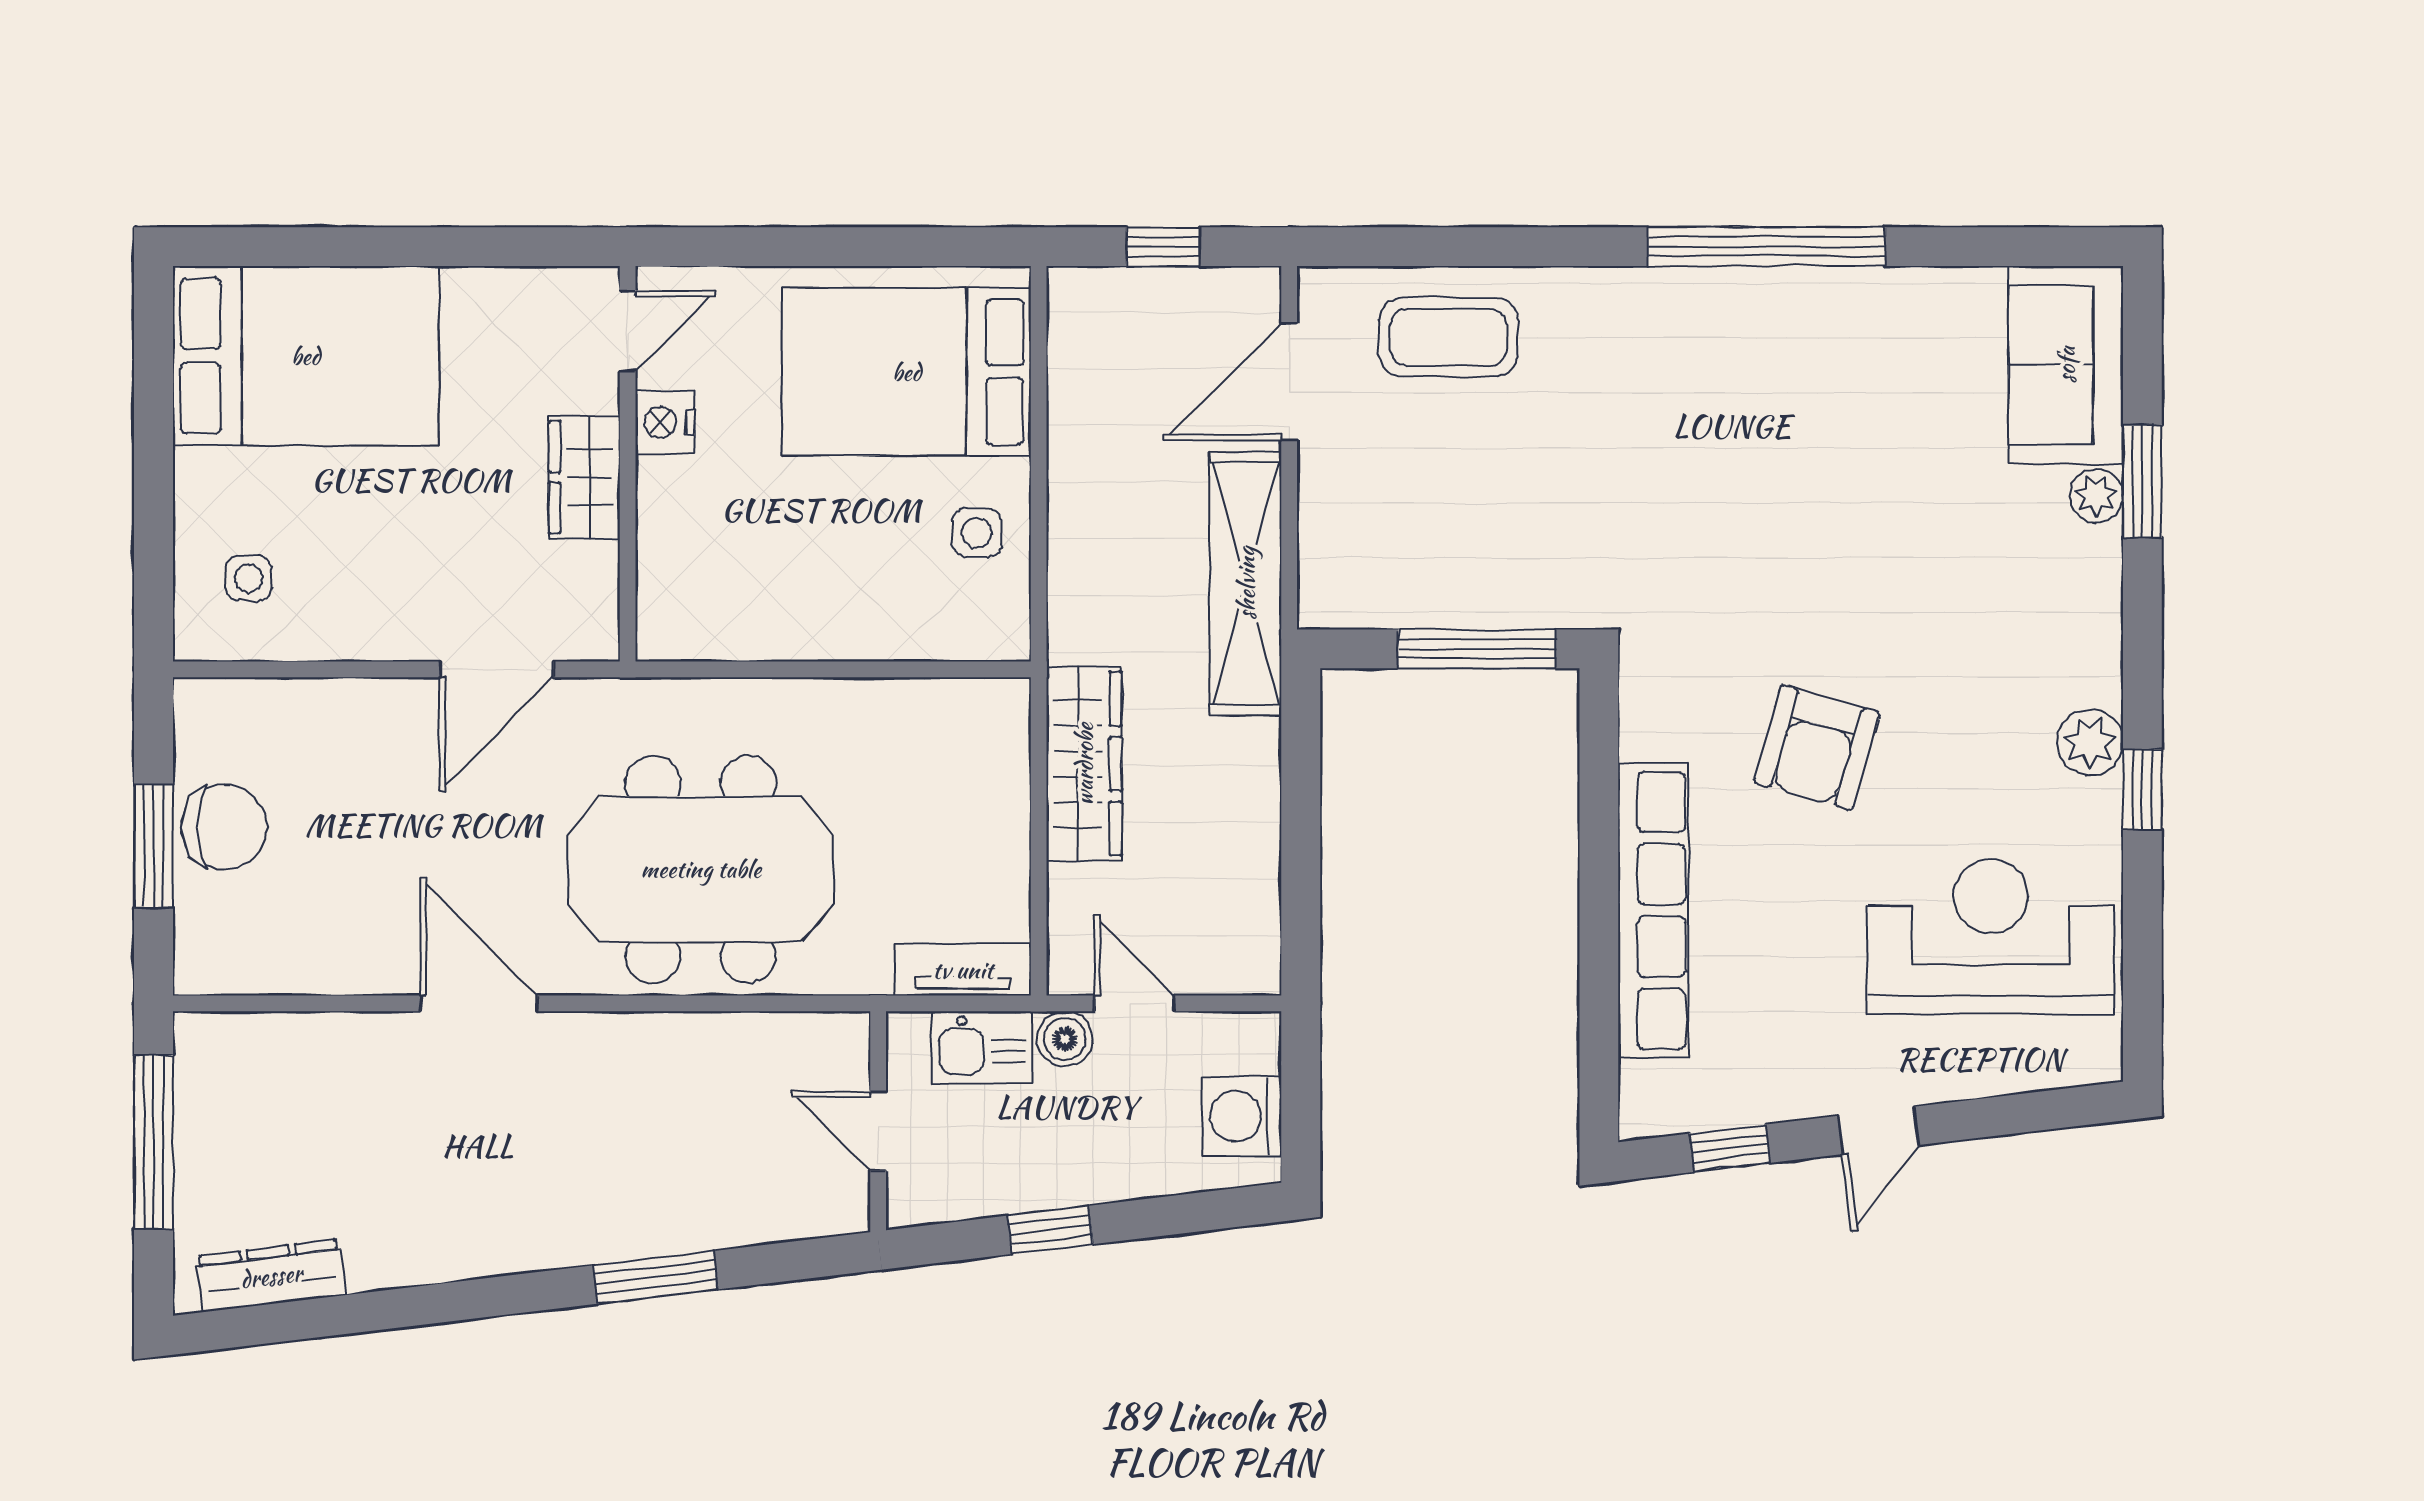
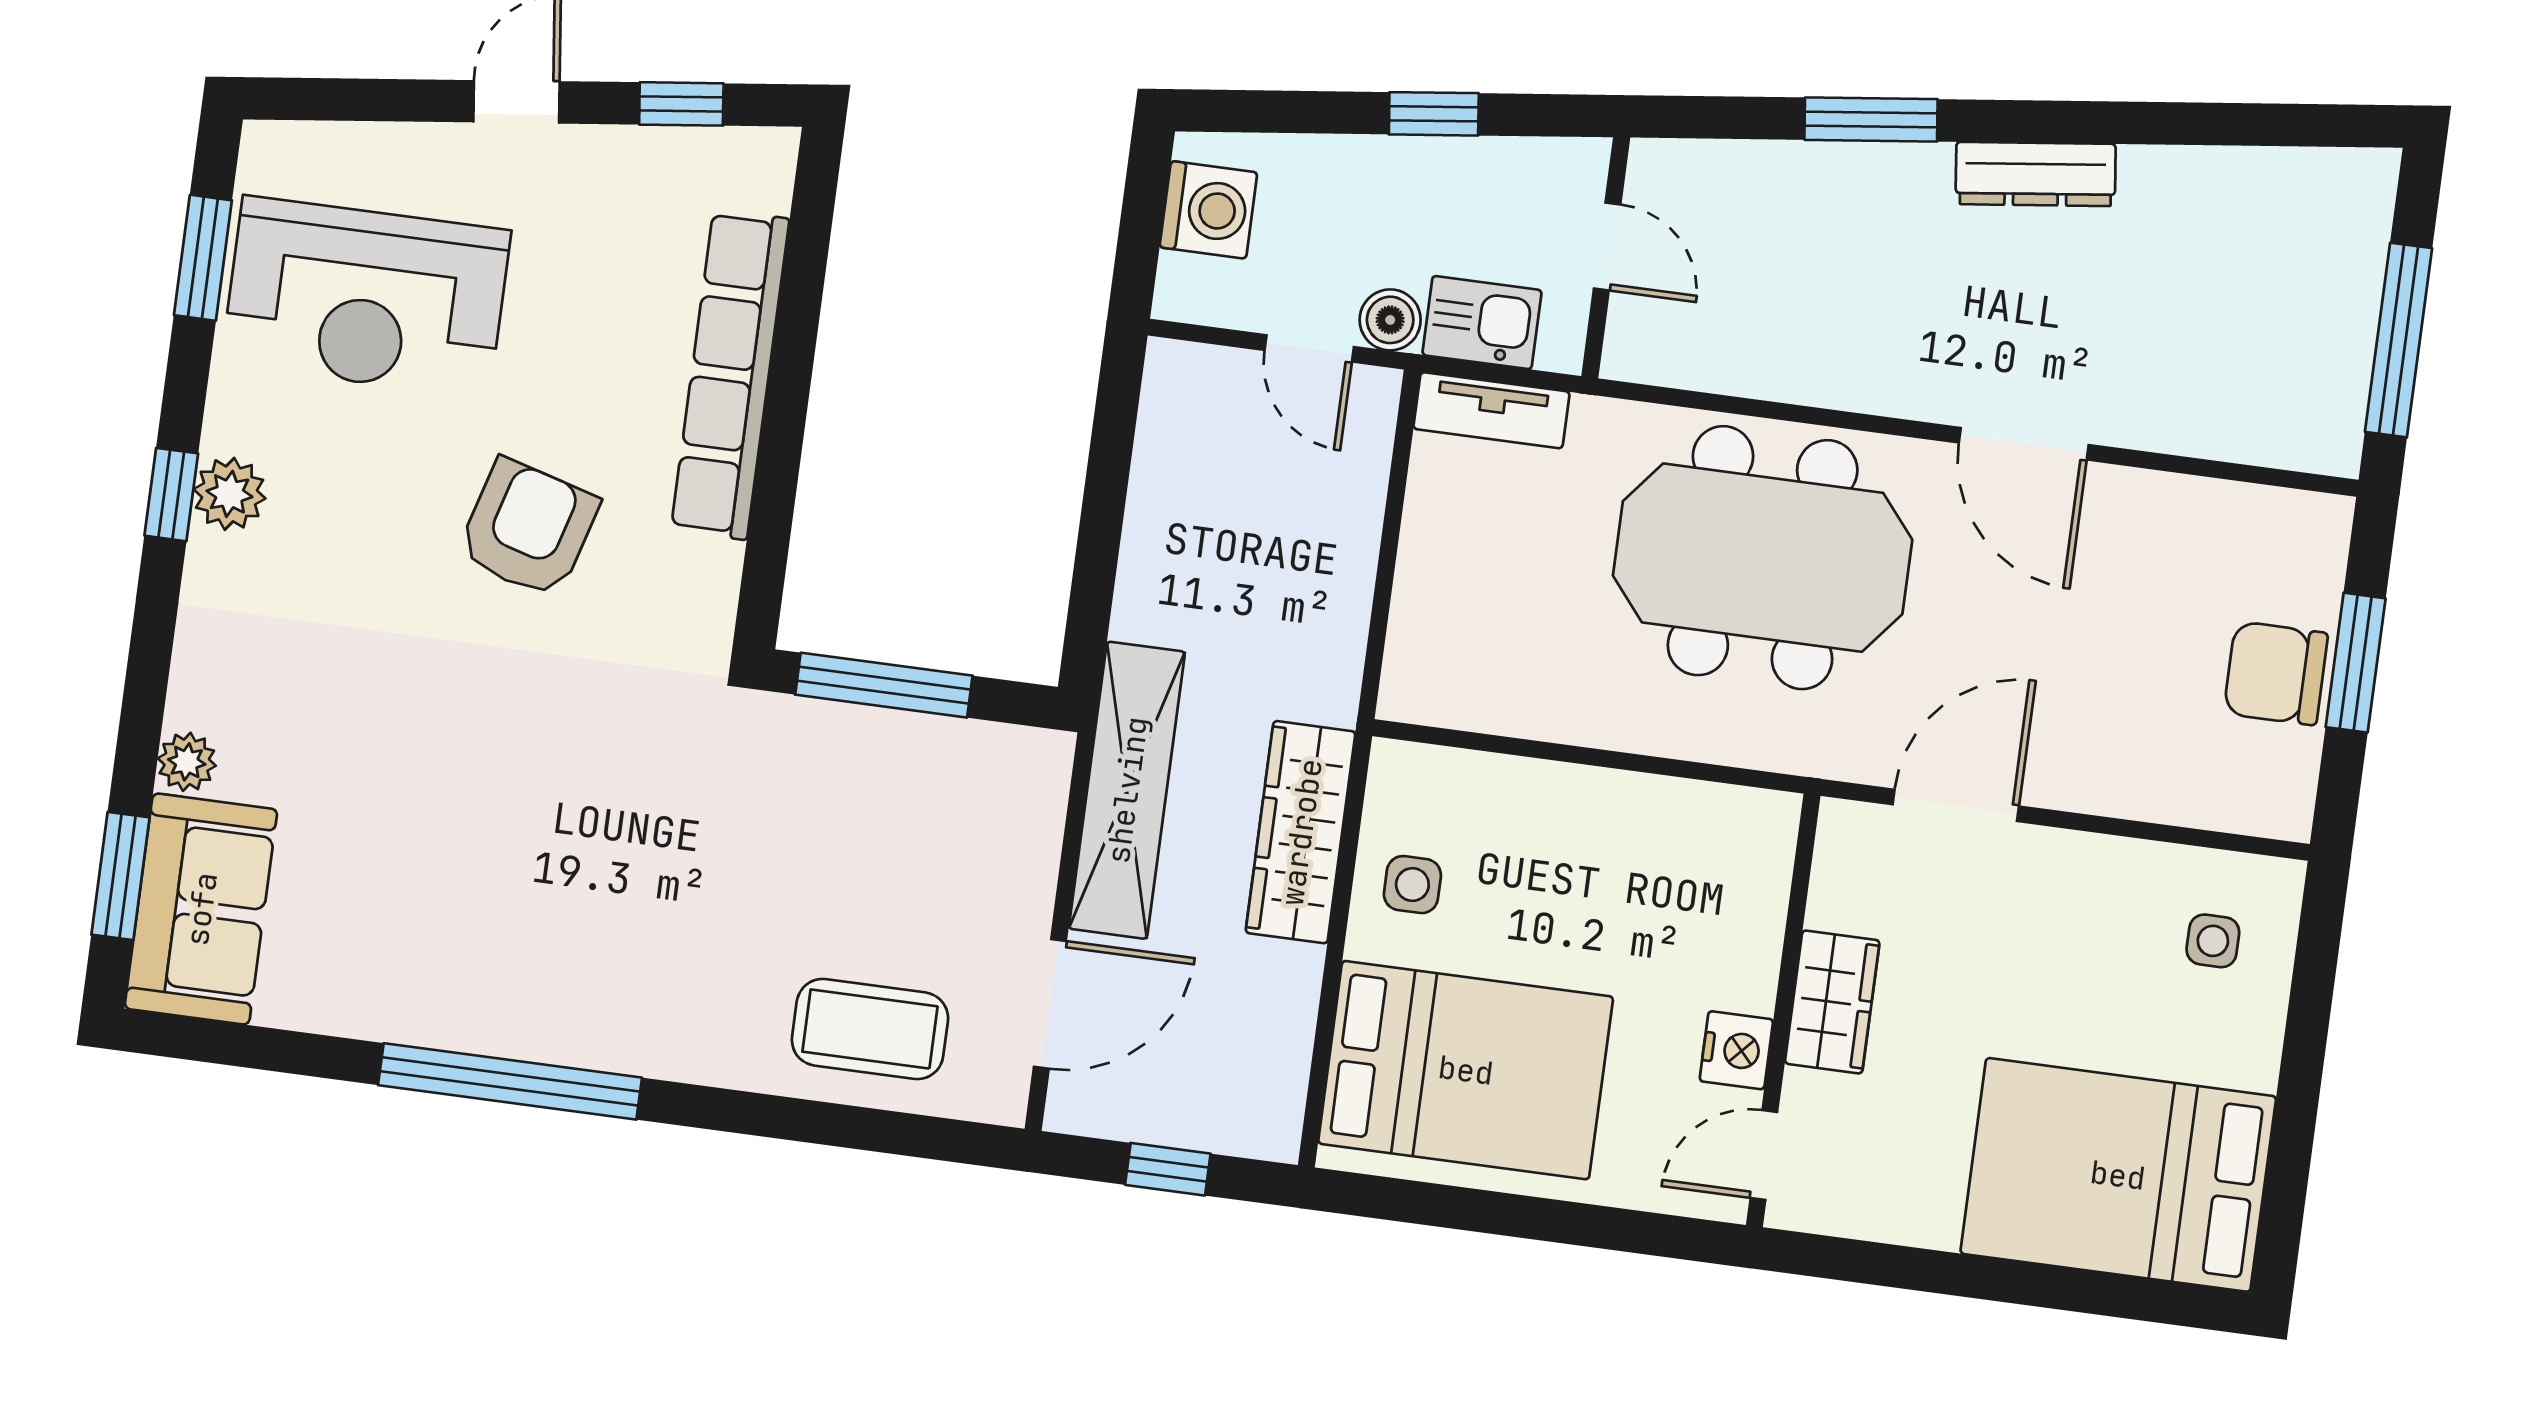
window: (2142, 481) -> (120, 876), moved
wardrobe: (1084, 764) -> (1301, 832), moved
window: (2142, 790) -> (171, 495), moved
window: (2142, 952) -> (203, 258), added
dresser: (271, 1276) -> (2036, 174), moved

